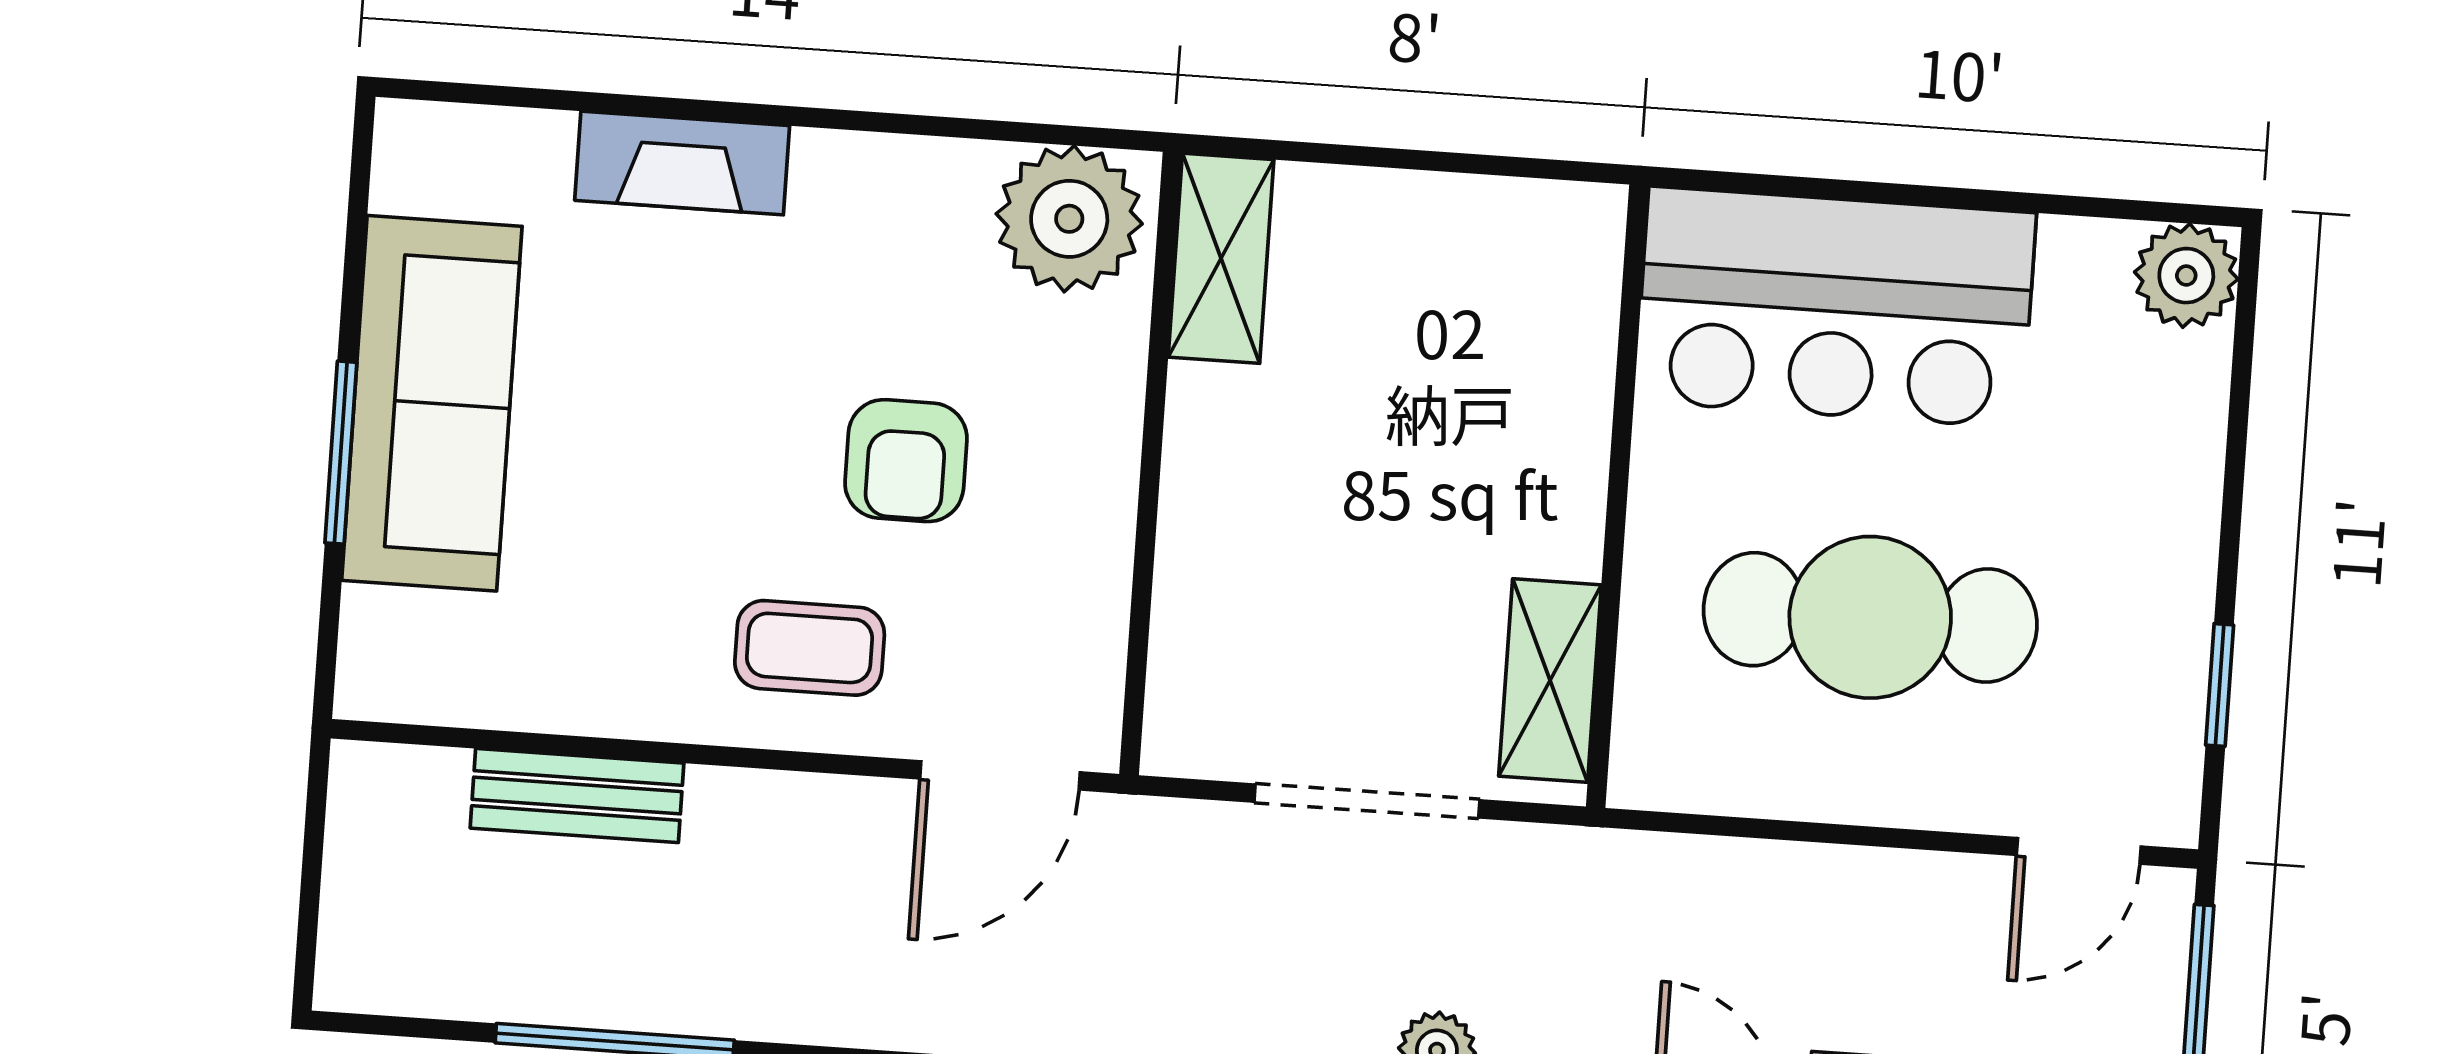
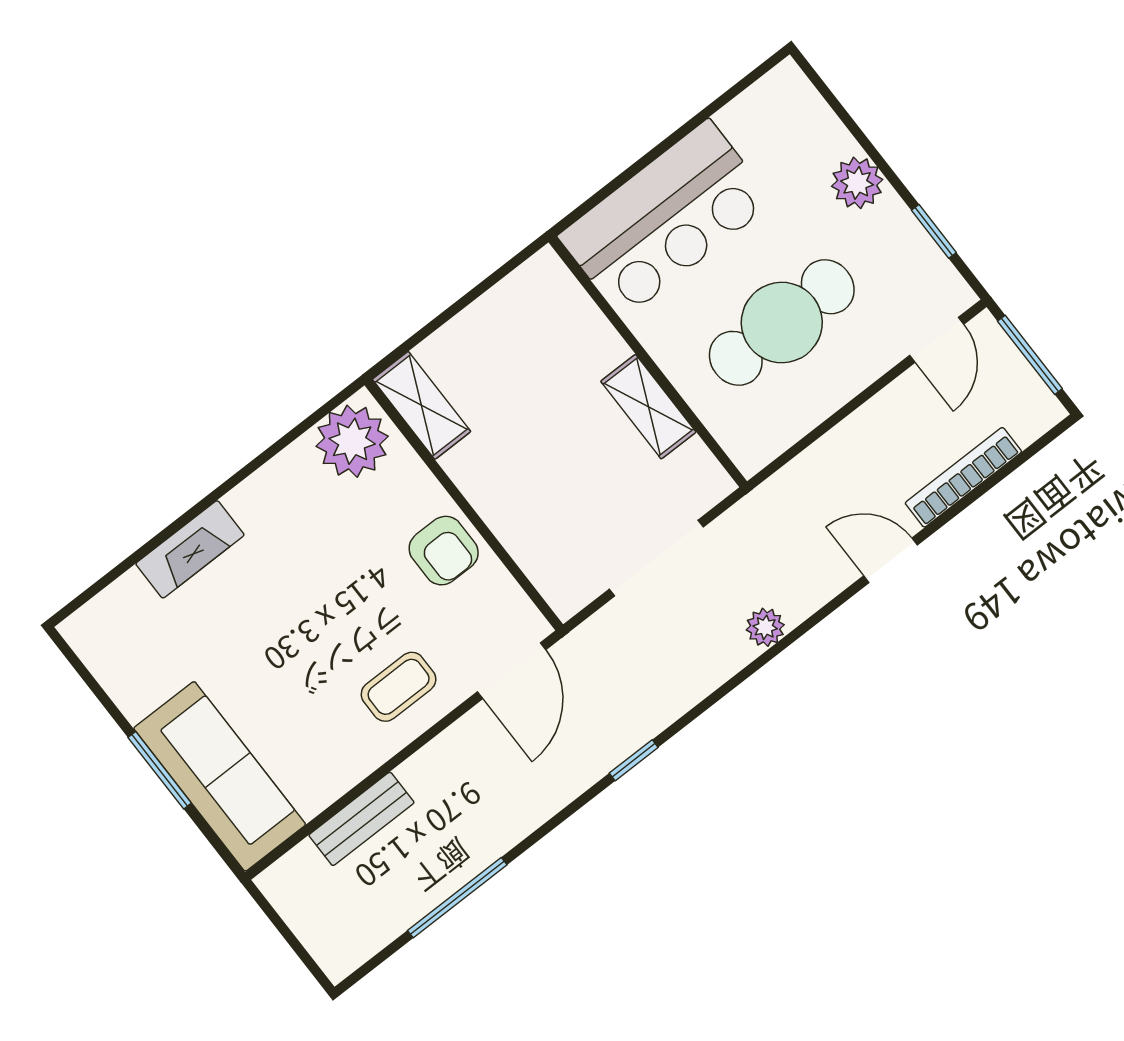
plant: (2186, 276) -> (857, 183), moved
sofa: (432, 403) -> (220, 776), moved
armchair: (906, 461) -> (444, 551), moved
shelving: (1550, 681) -> (648, 407), moved

